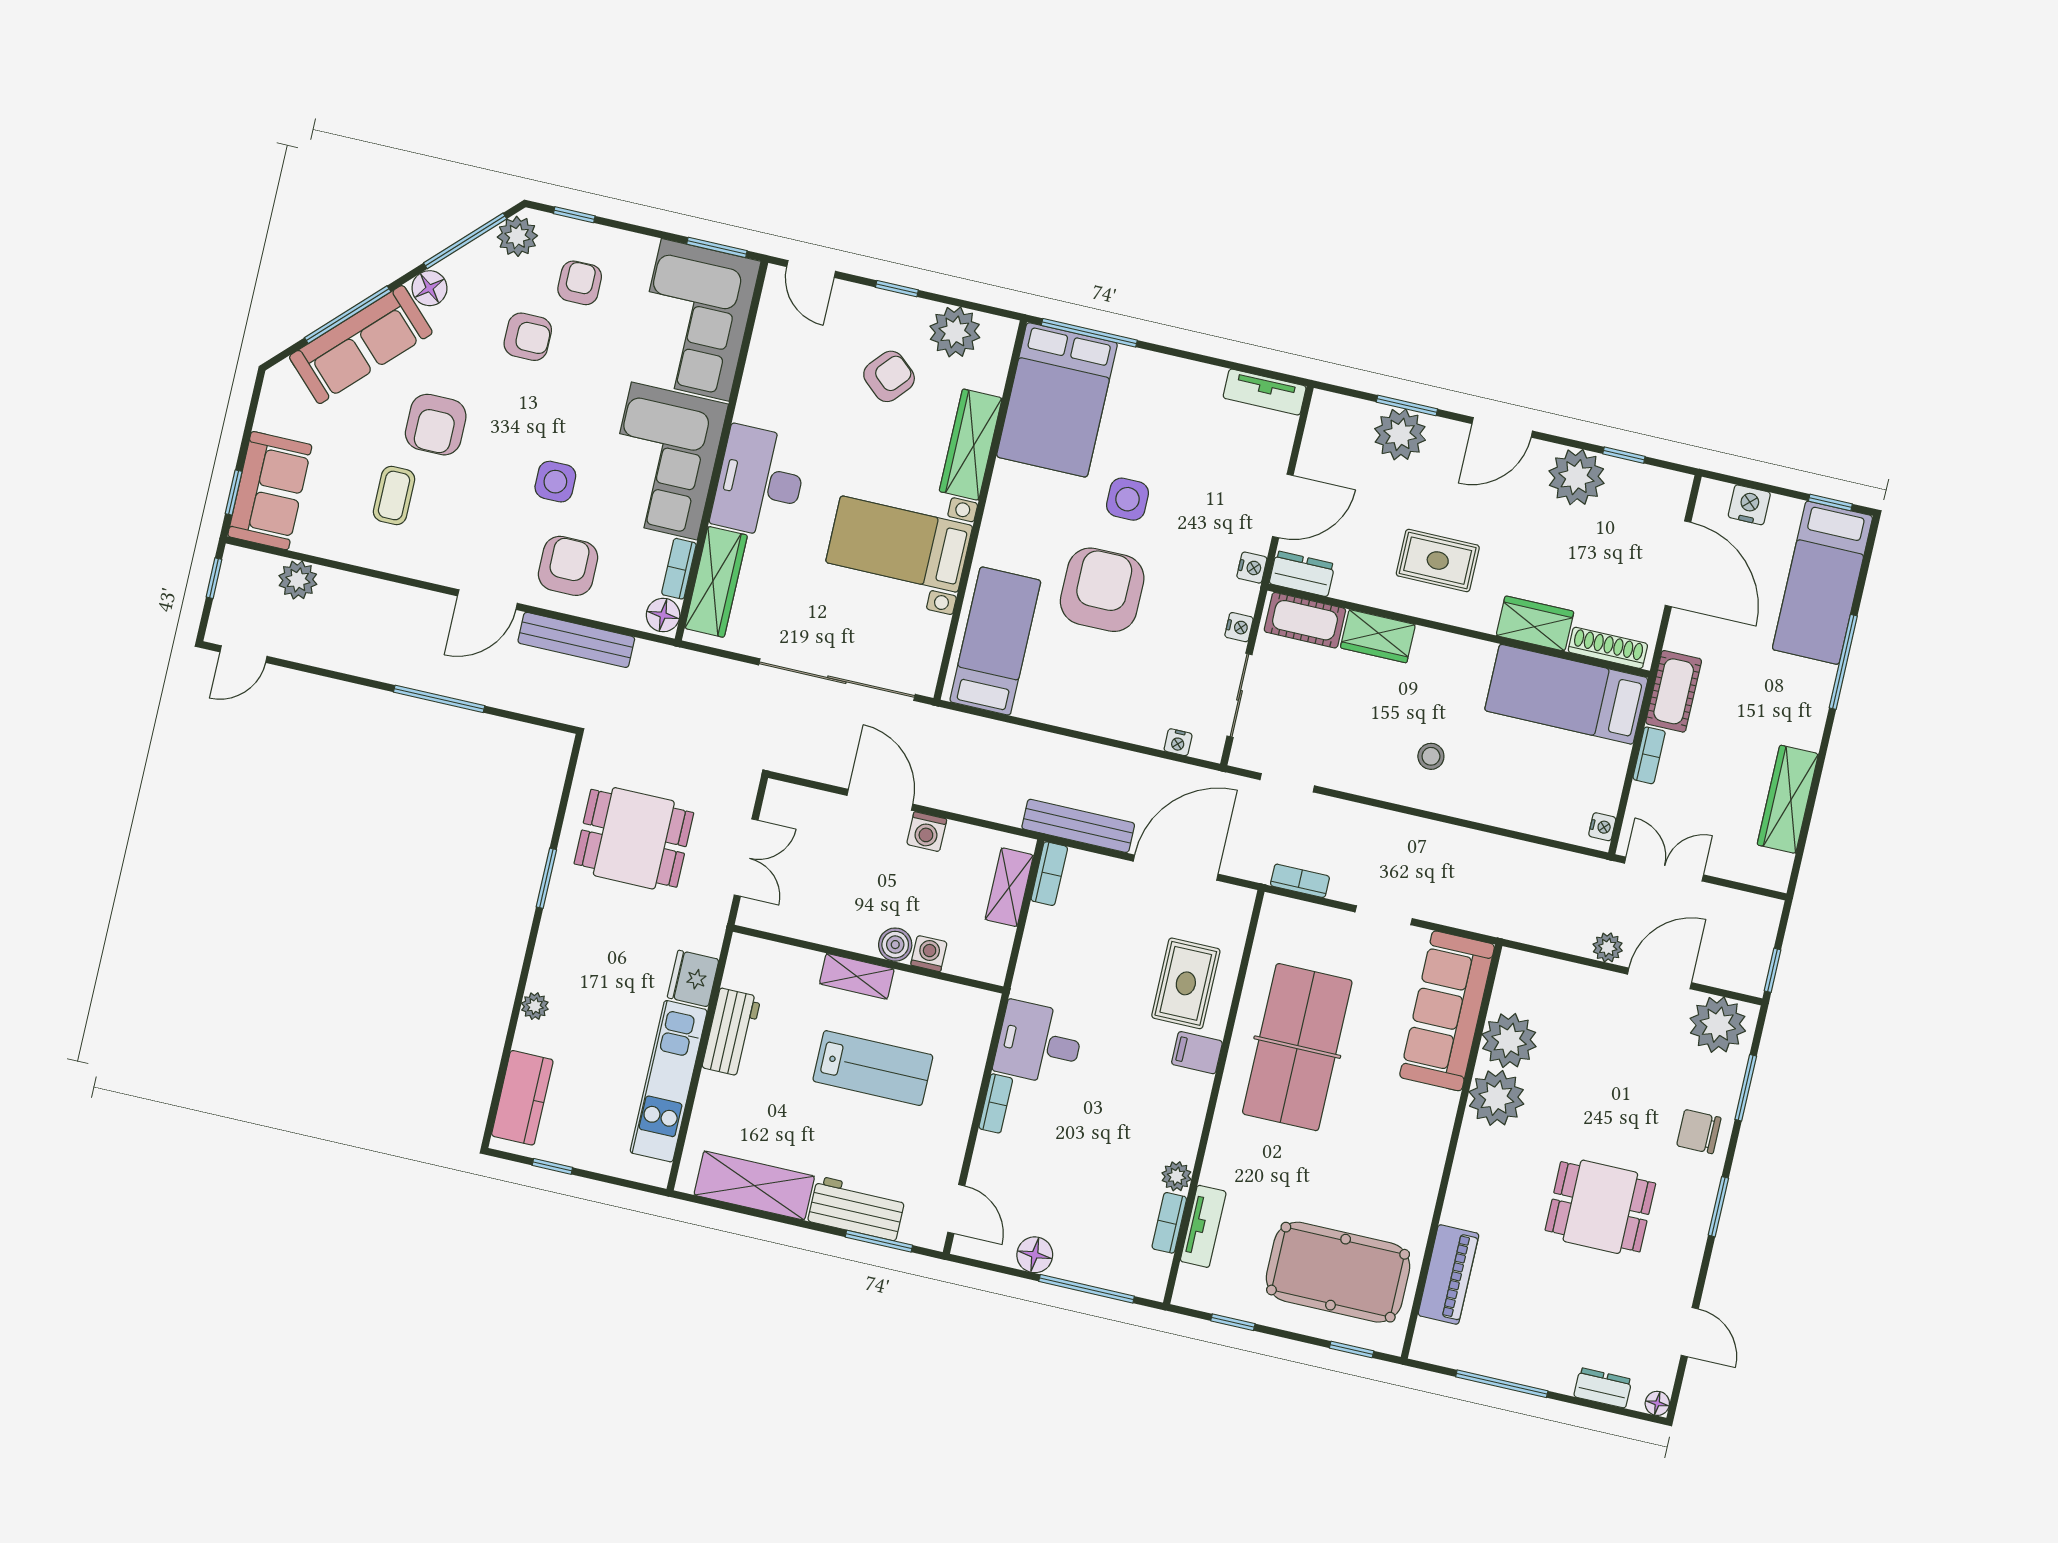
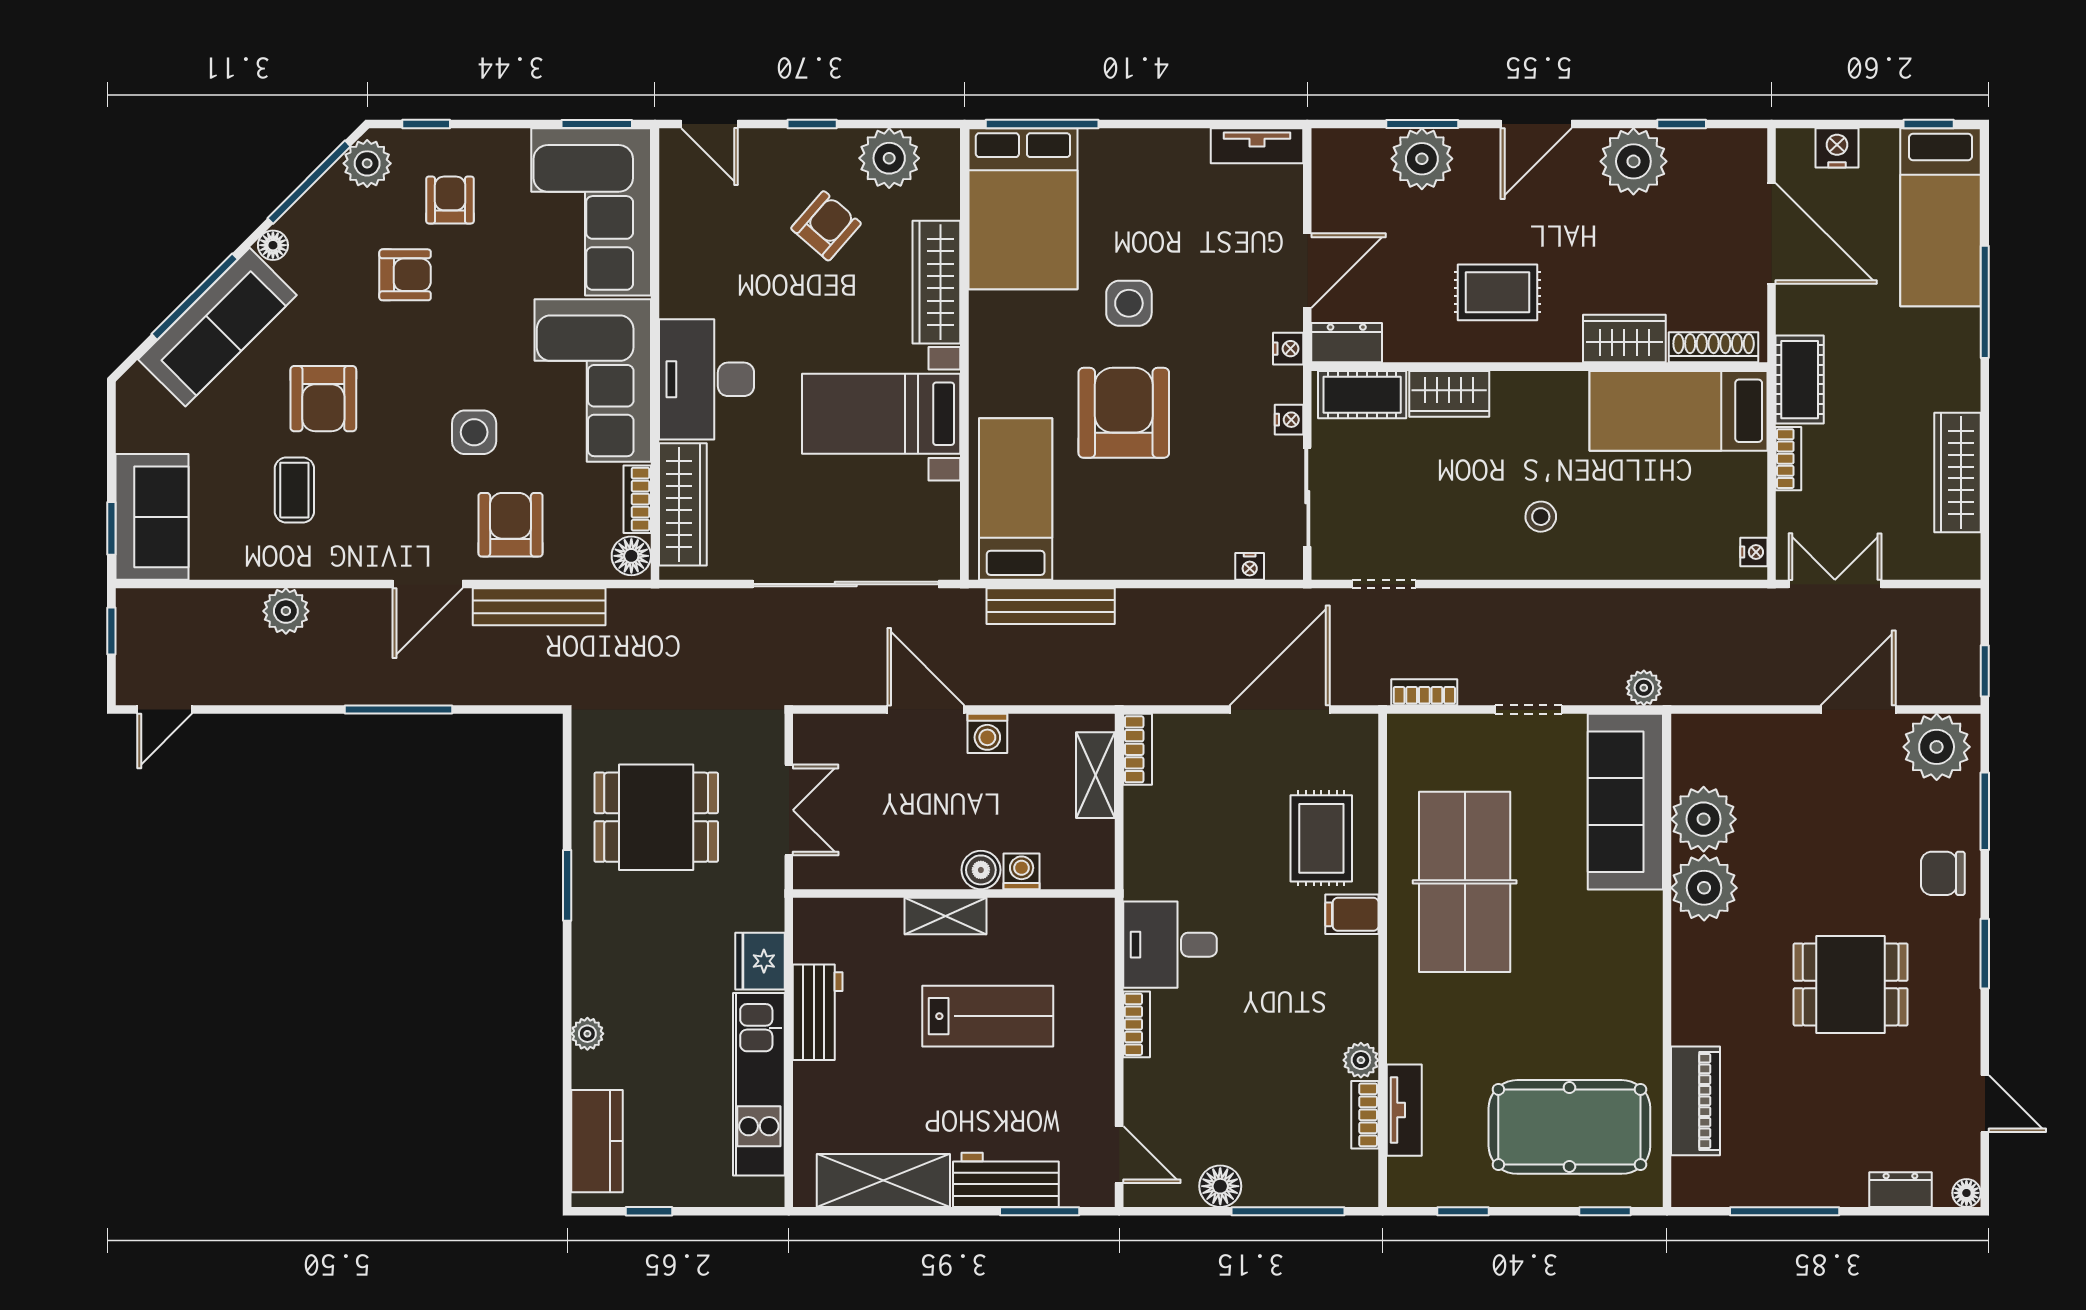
floor lamp: (429, 288) -> (273, 245), width x0.73, depth x0.73
plant: (298, 580) -> (286, 611), moved
bench: (1078, 826) -> (1051, 606), moved
plant: (1608, 947) -> (1644, 688), moved

